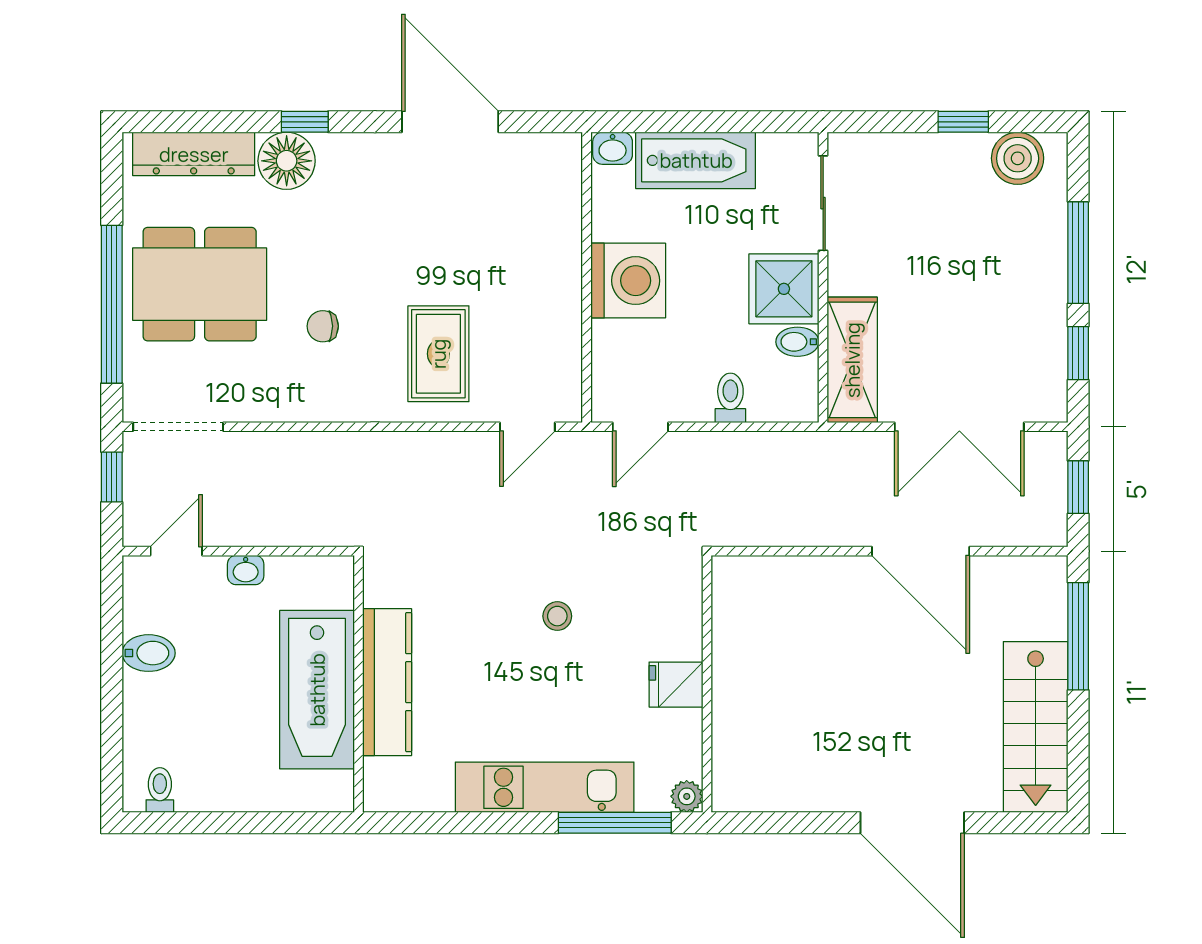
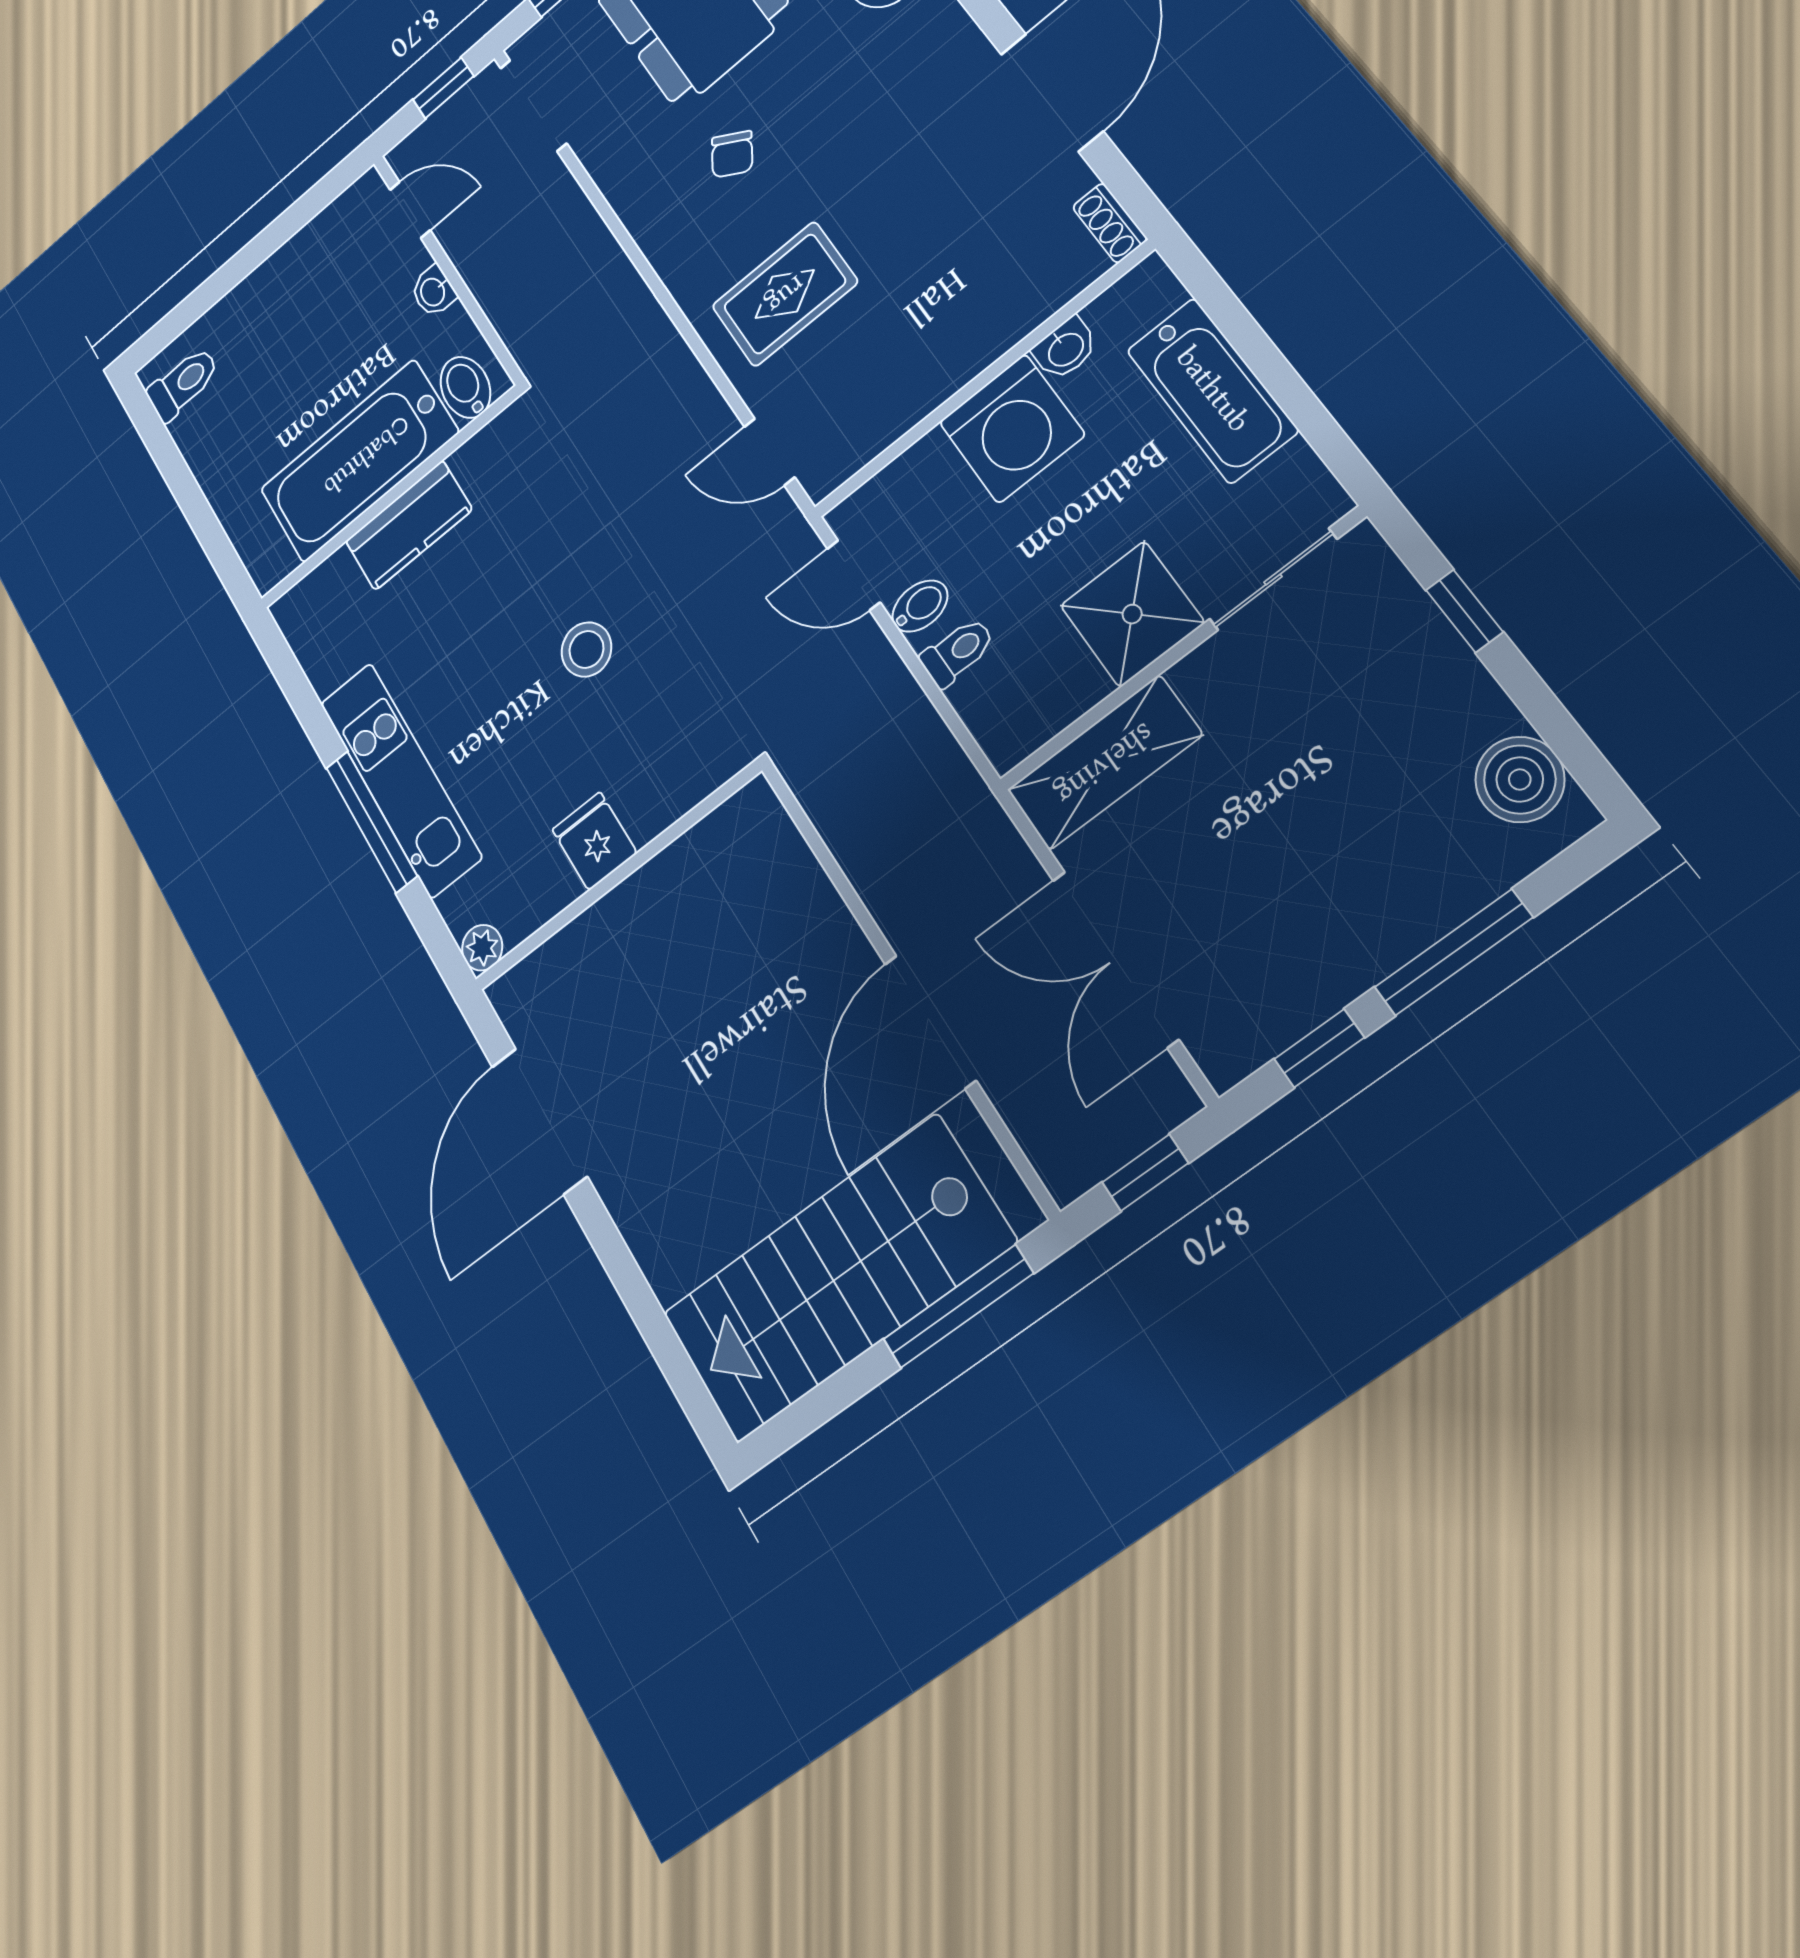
window: (963, 122) -> (1464, 611), moved
shoe rack: (555, 146) -> (1110, 223), added
washbasin: (613, 148) -> (1065, 349), moved, turned -90
chair: (323, 326) -> (732, 154), turned -148
bidet: (797, 342) -> (920, 606), moved, turned 90
stool: (557, 616) -> (586, 649), width x1.37, depth x1.37
bidet: (149, 653) -> (465, 387), moved, turned 180
kitchen counter: (387, 682) -> (409, 525), width x0.67
stairs: (1036, 727) -> (837, 1278), width x1.36, depth x1.51
toilet: (160, 790) -> (183, 384), width x1.37, depth x1.39
window: (615, 823) -> (371, 822), moved
door: (912, 823) -> (539, 1121), moved

